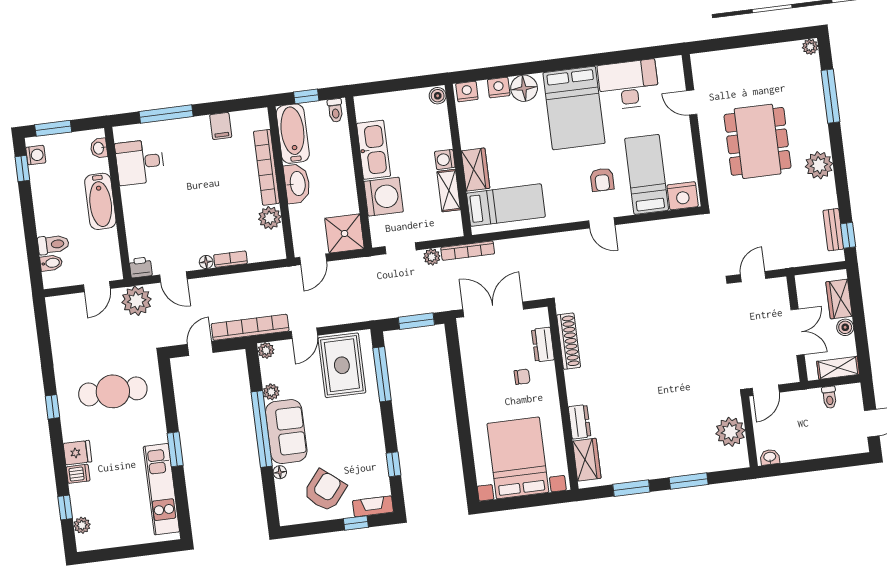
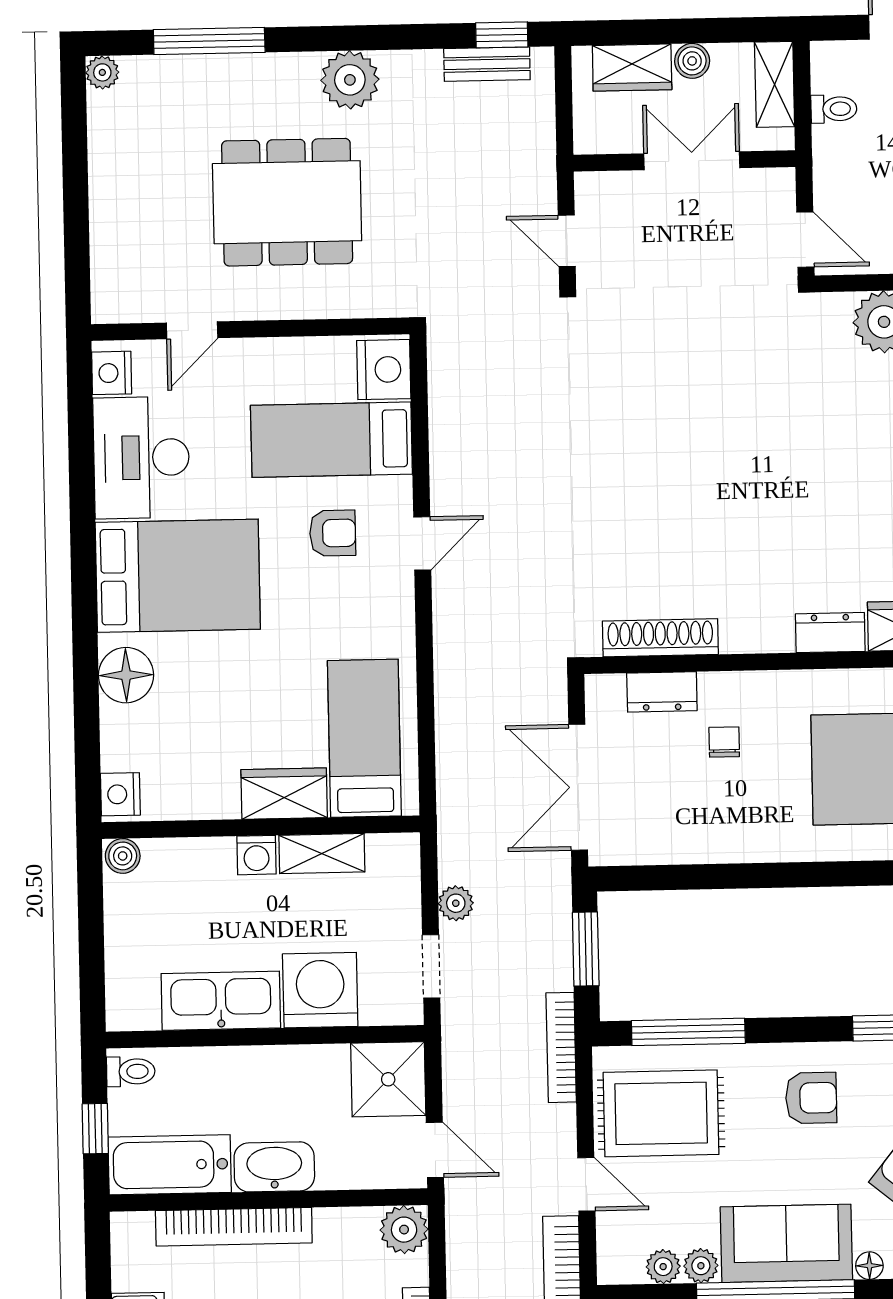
nightstand: (499, 88) -> (112, 373), moved
plant: (270, 218) -> (404, 1230), moved
bookcase: (468, 251) -> (561, 1047), moved, turned 180
plant: (266, 350) -> (663, 1267), moved
armchair: (357, 436) -> (811, 1098), added

